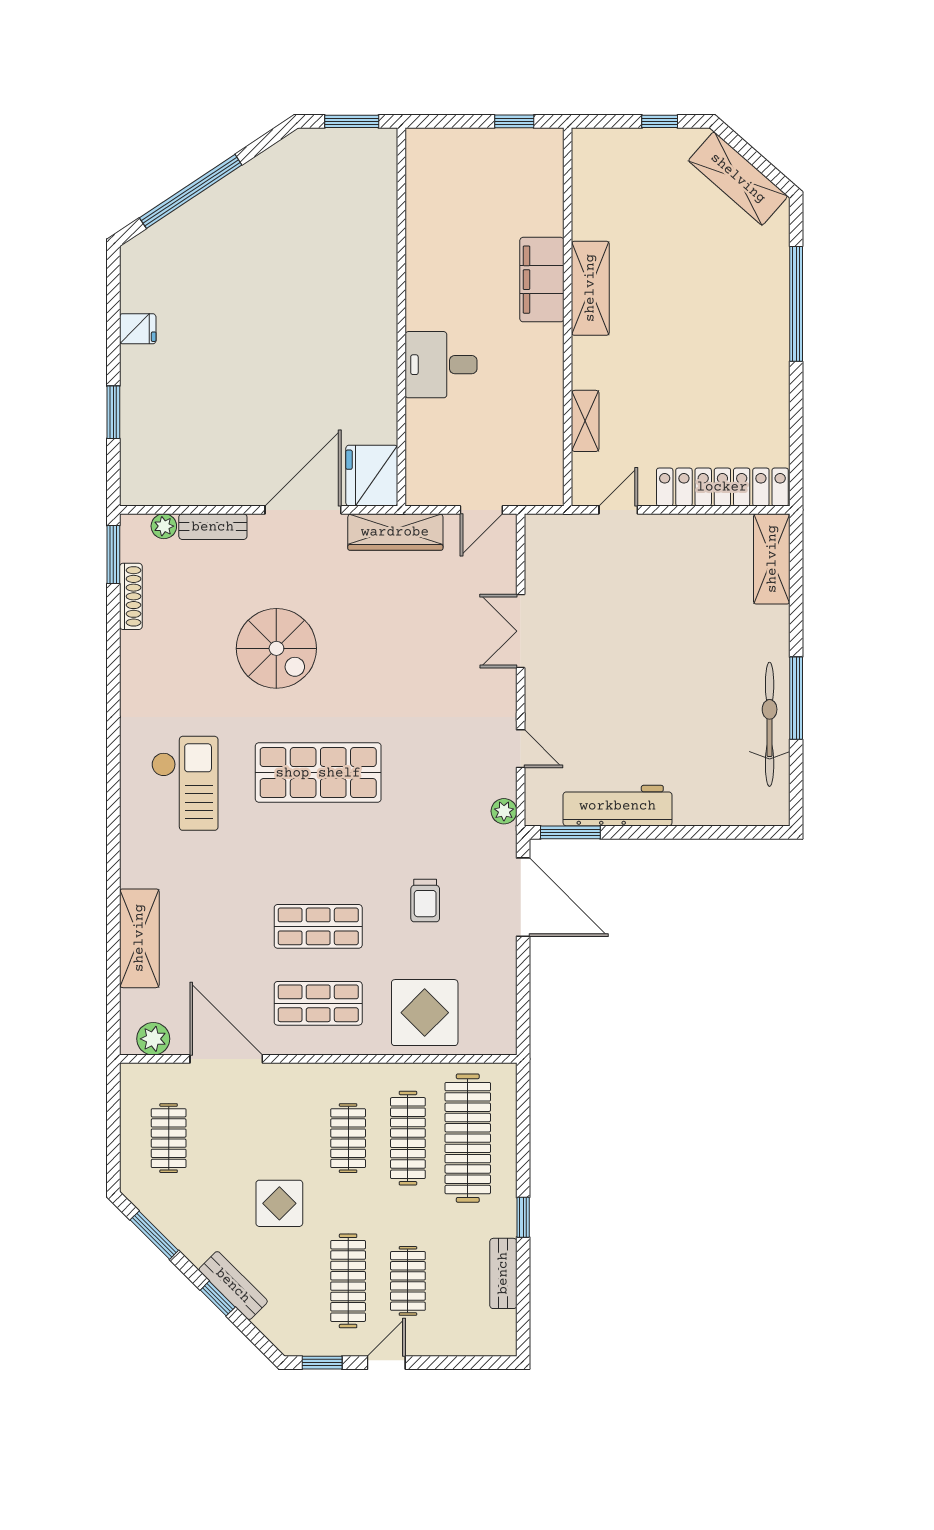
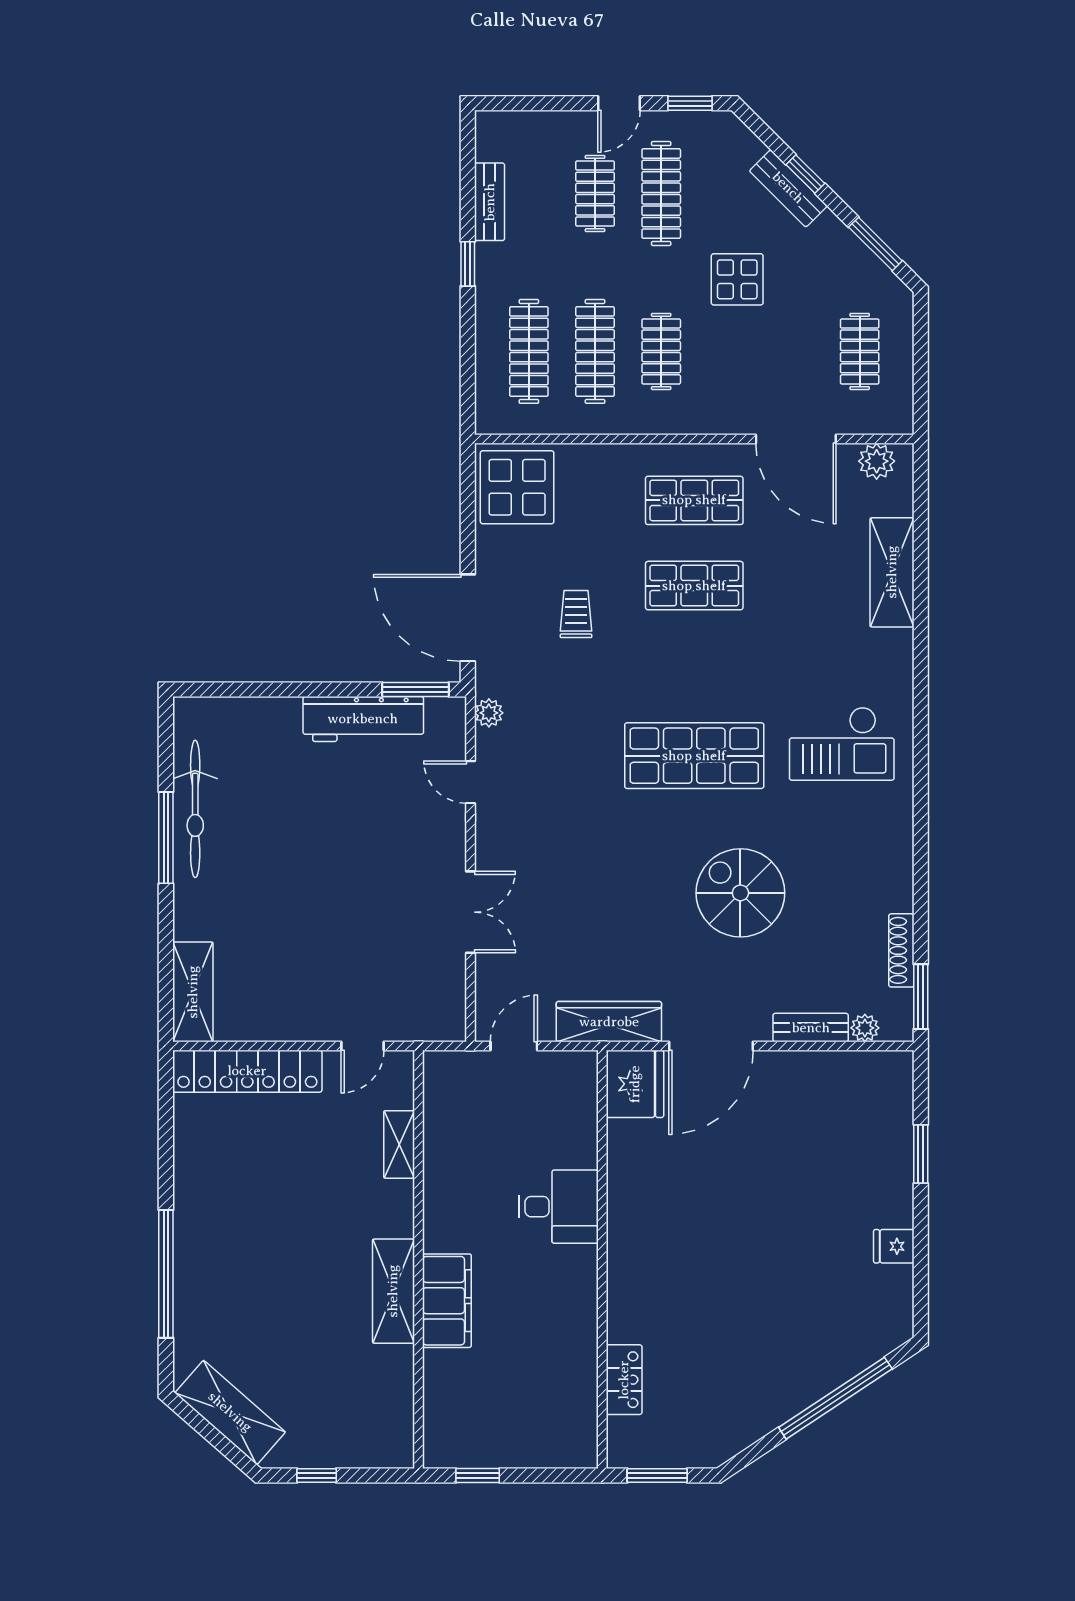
locker: (382, 208) -> (624, 1380), added
checkout: (185, 783) -> (842, 744), turned -90
display table: (425, 1013) -> (517, 487), moved
clothes rail: (468, 1138) -> (529, 351), width x0.73, depth x0.76

